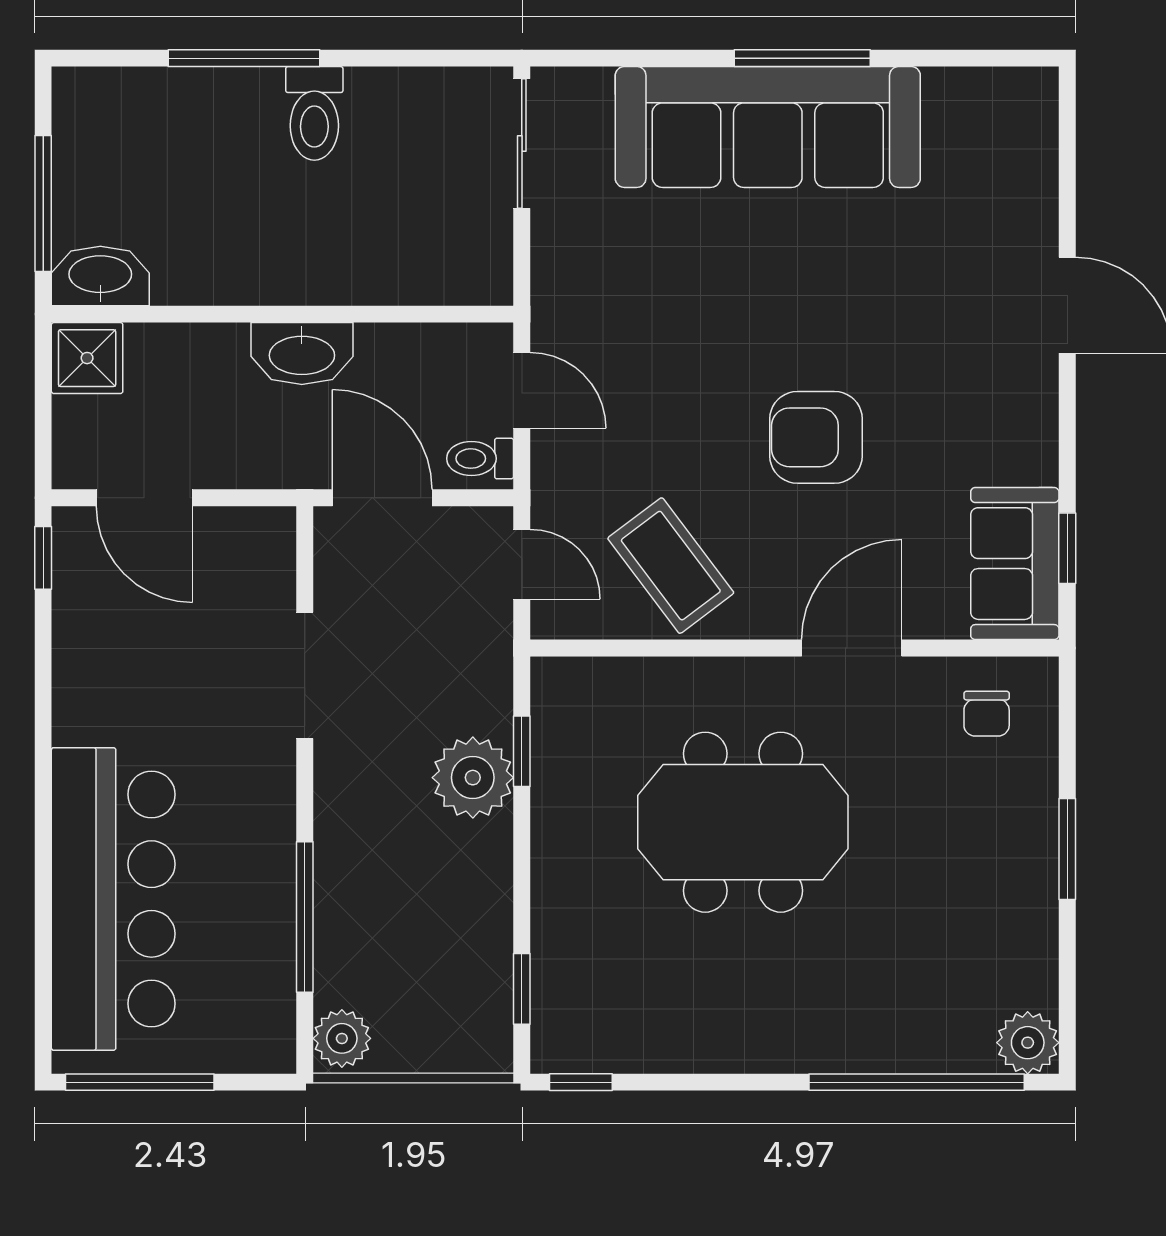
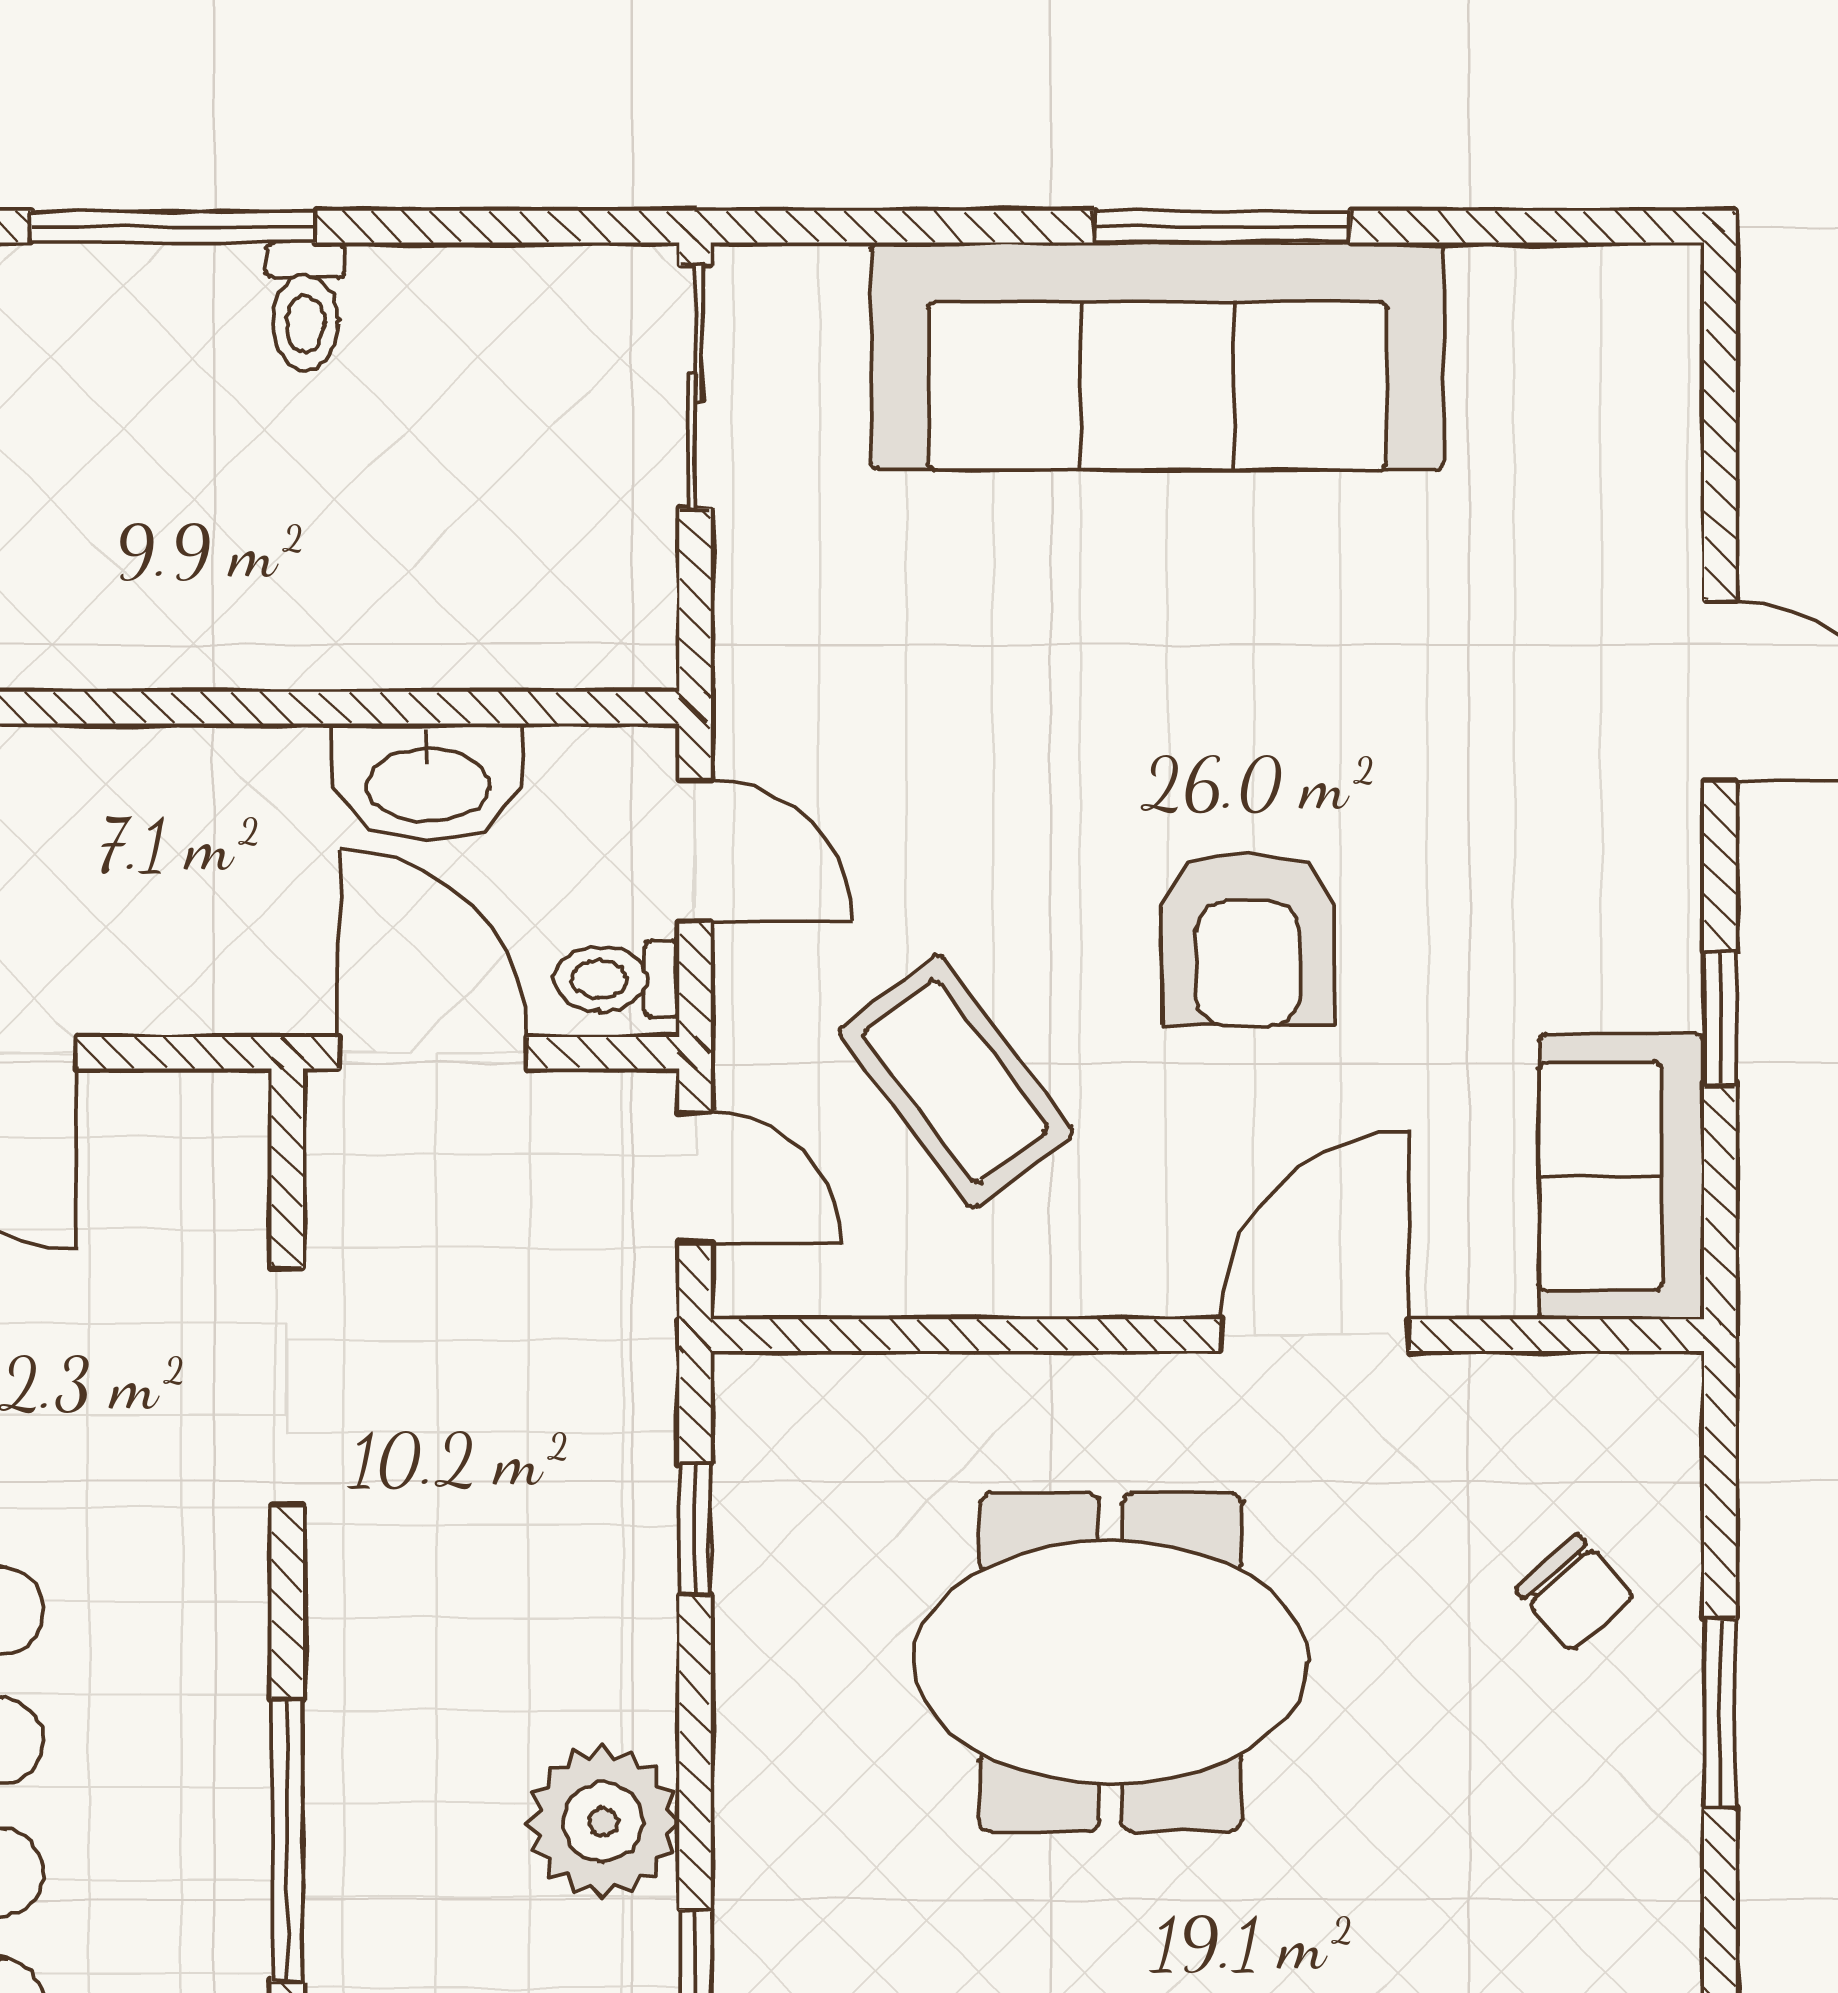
toilet: (314, 113) -> (305, 306), width x0.73, depth x0.72
washbasin: (302, 354) -> (427, 782), moved
armchair: (816, 437) -> (1248, 939), turned -90
window: (1067, 548) -> (1720, 1018), moved
coffee table: (671, 566) -> (956, 1082), moved
chair: (987, 714) -> (1575, 1593), moved, turned -42
plant: (473, 778) -> (603, 1822), moved

